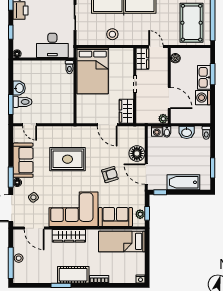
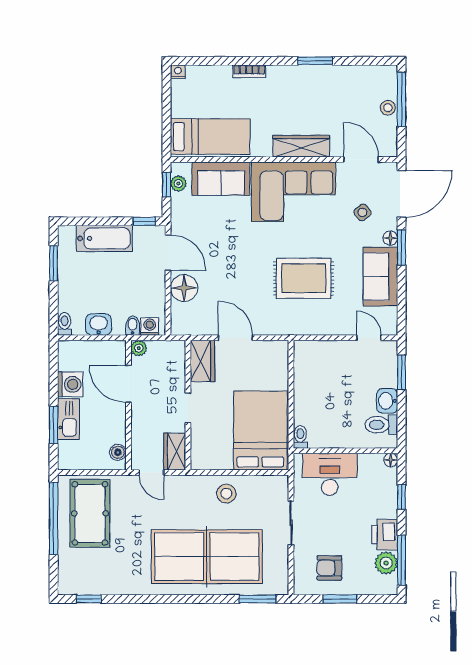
toilet: (23, 102) -> (381, 425), moved
armchair: (110, 175) -> (231, 252), removed
cot: (73, 275) -> (294, 79), removed

